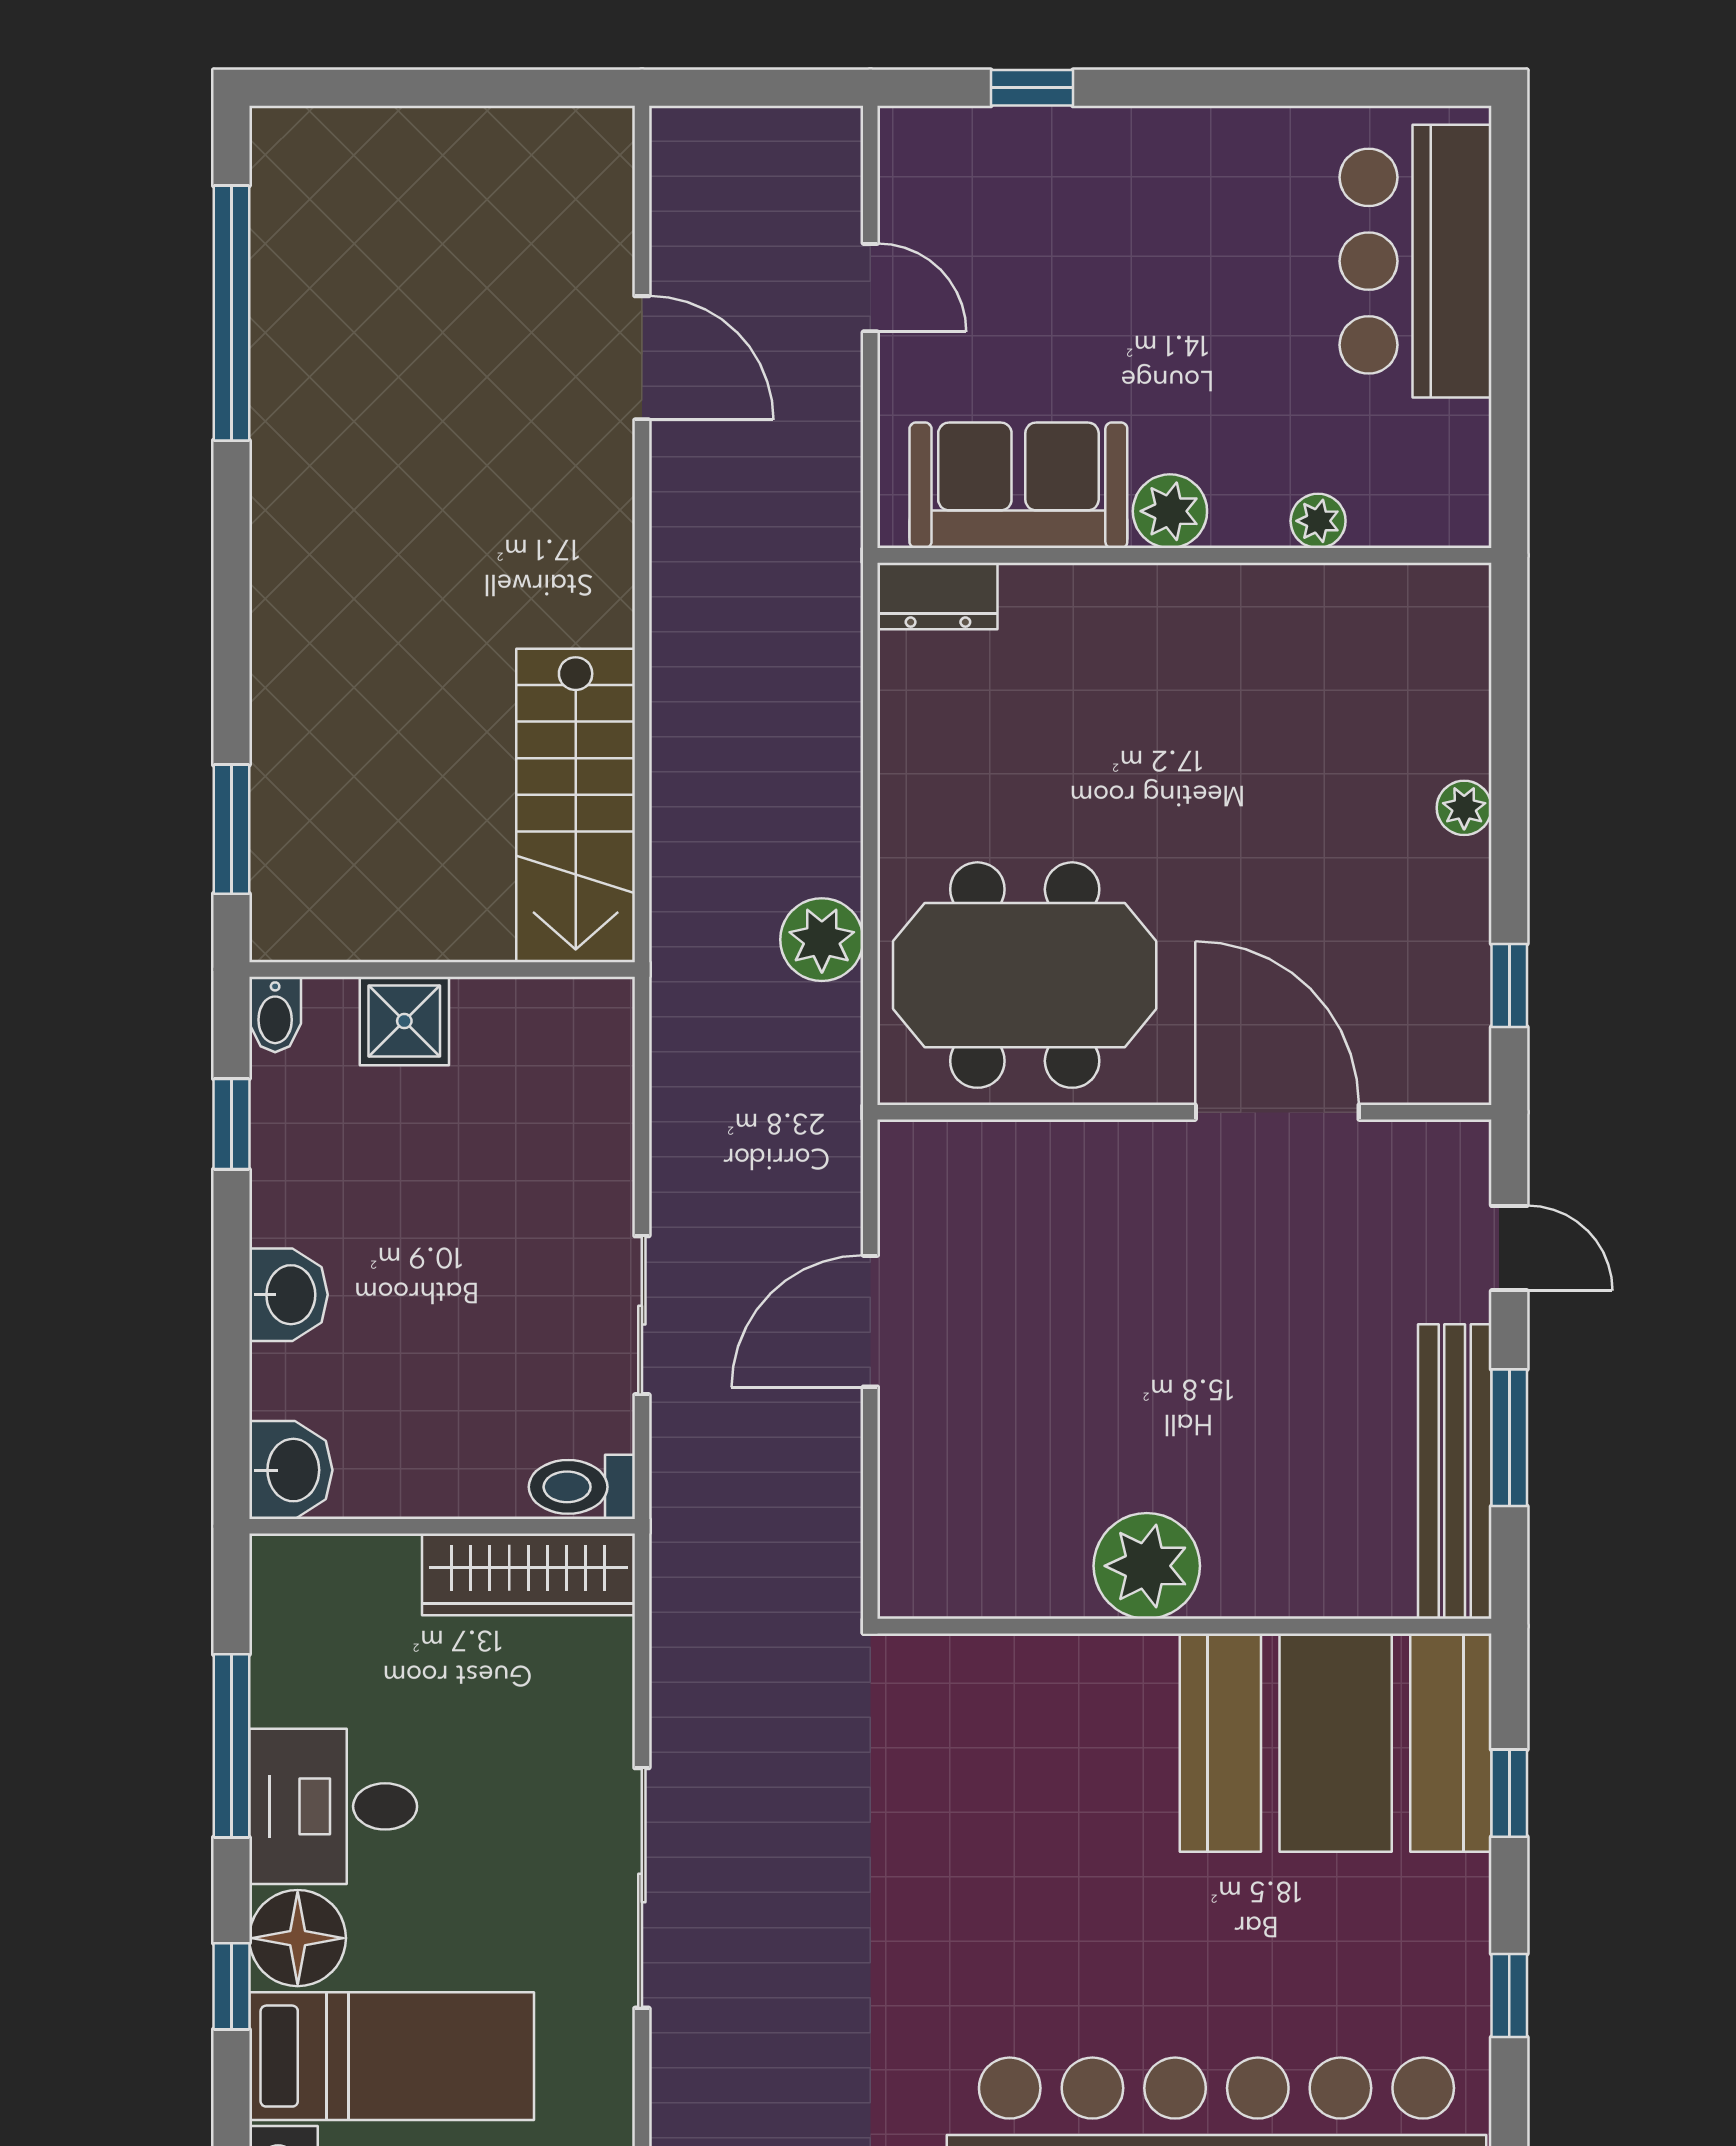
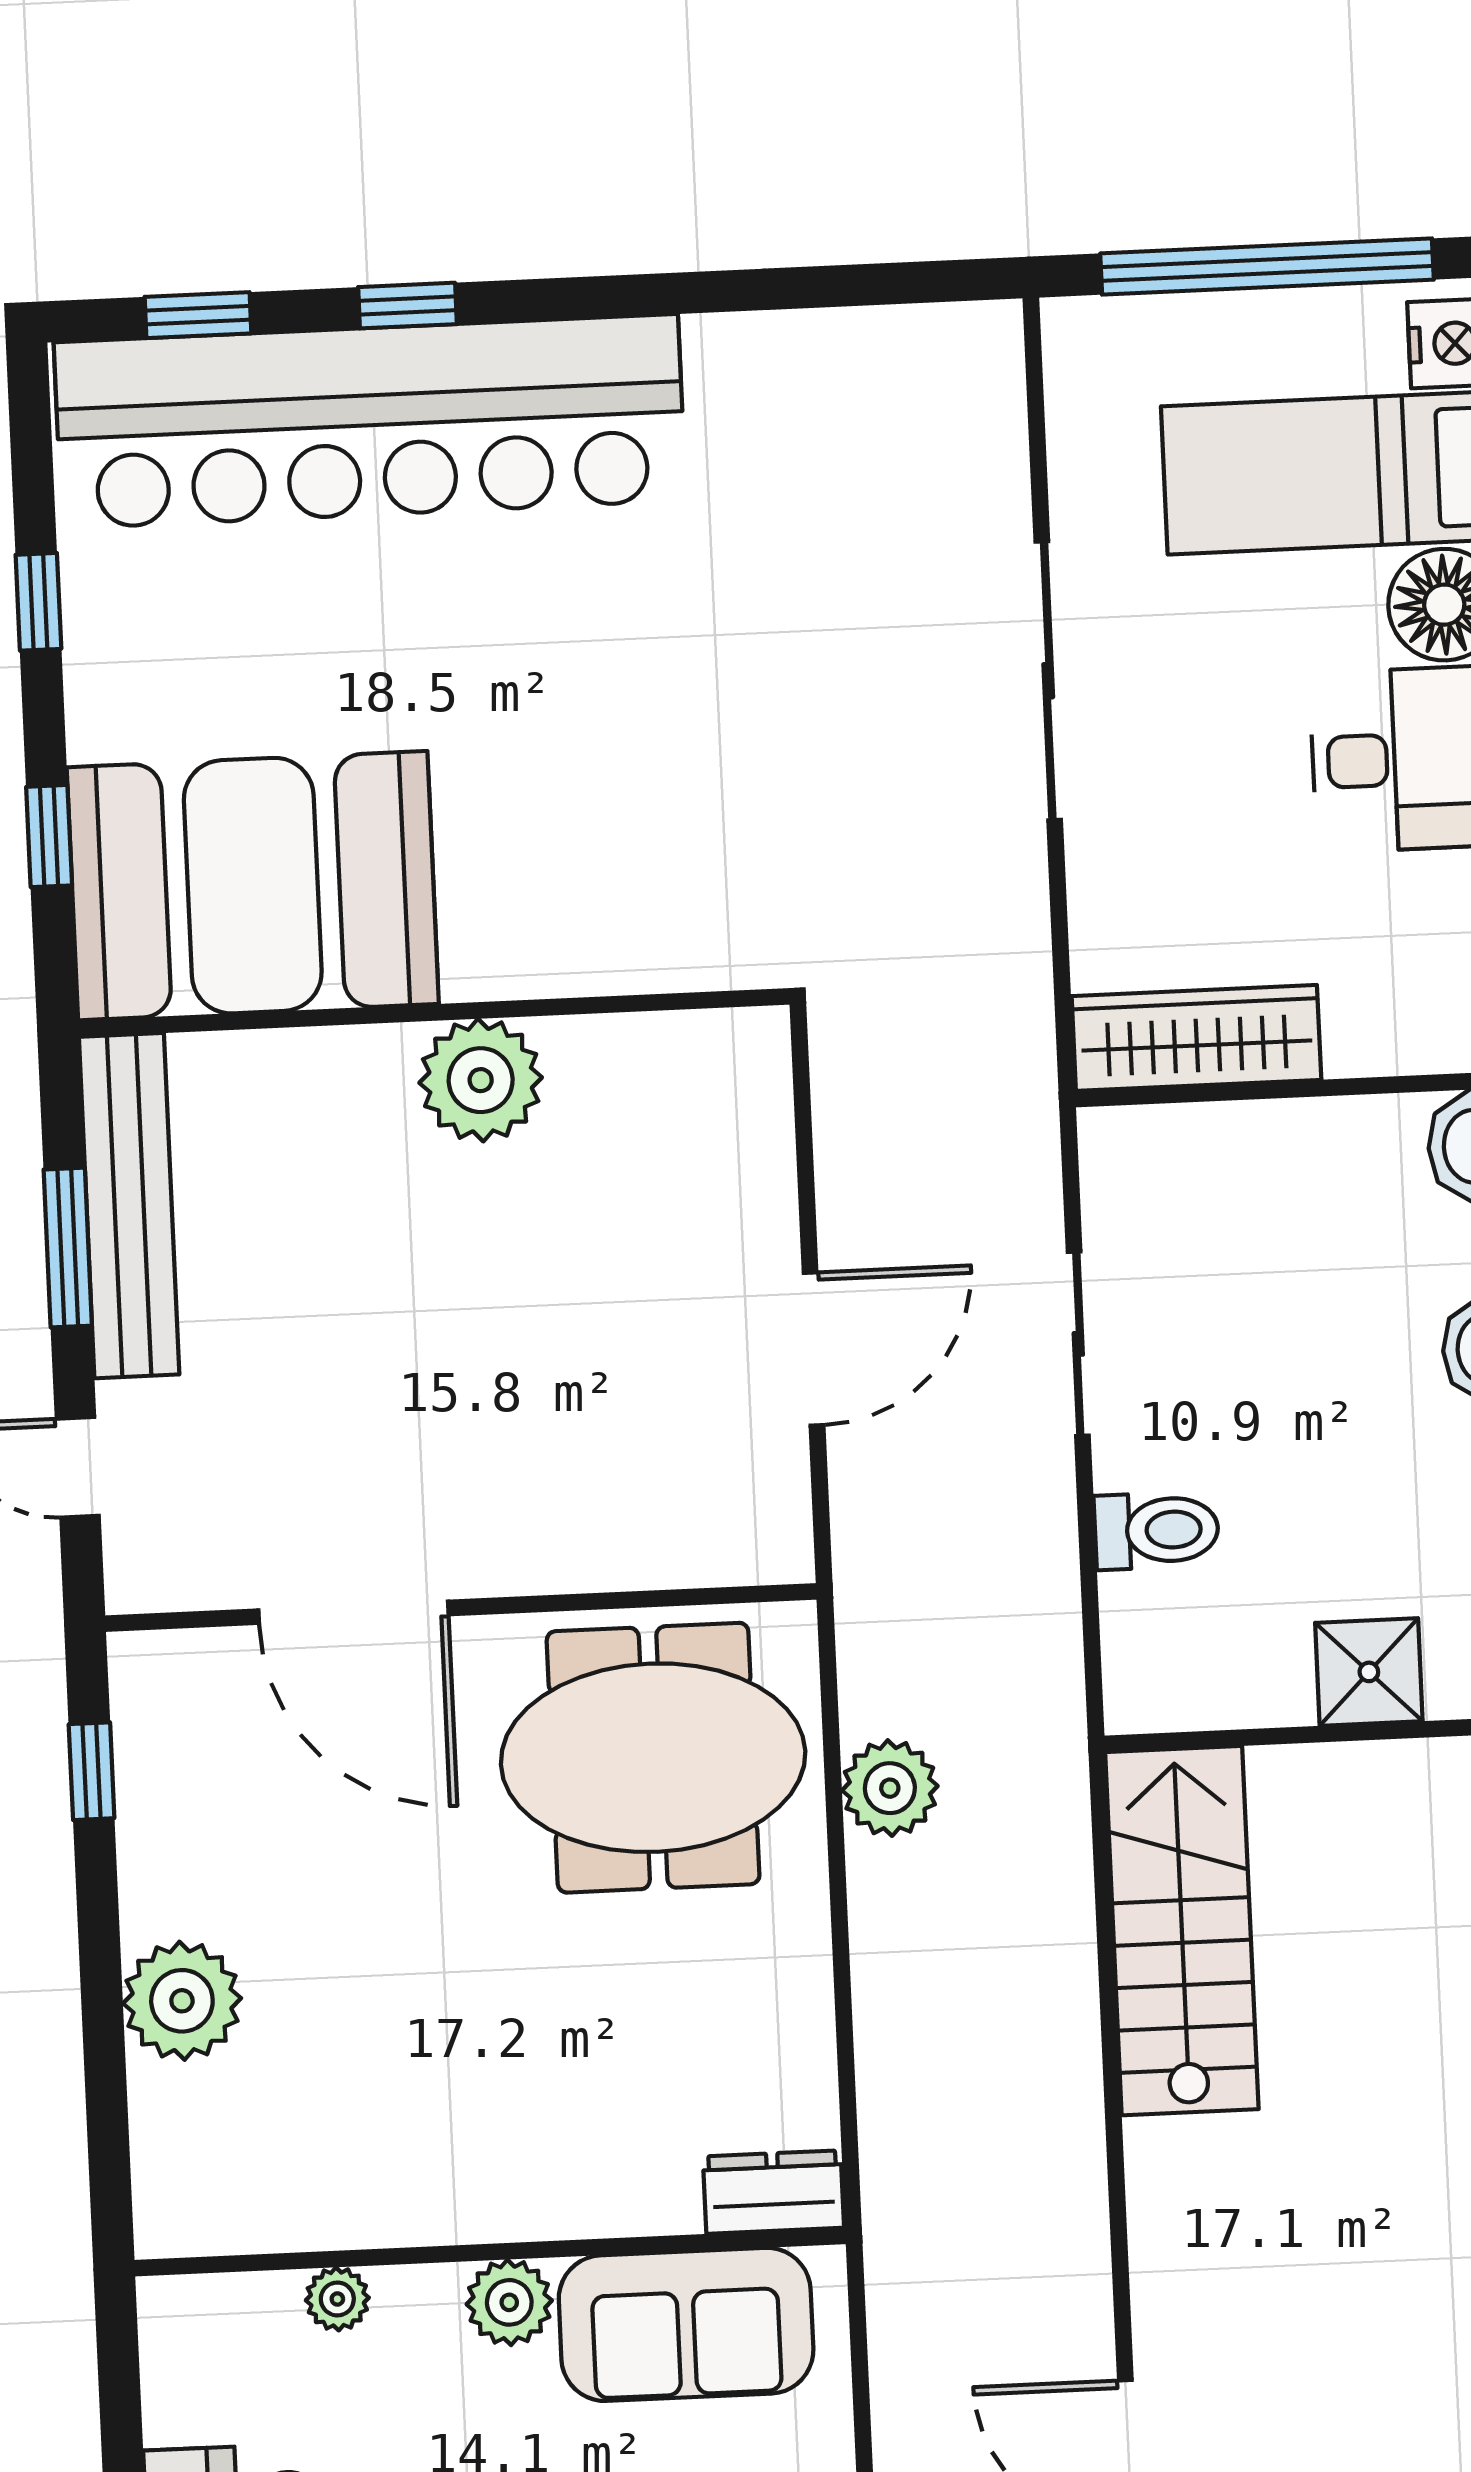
plant: (1464, 808) -> (182, 2001), width x1.87, depth x1.87
toilet: (582, 1487) -> (1156, 1530), moved

